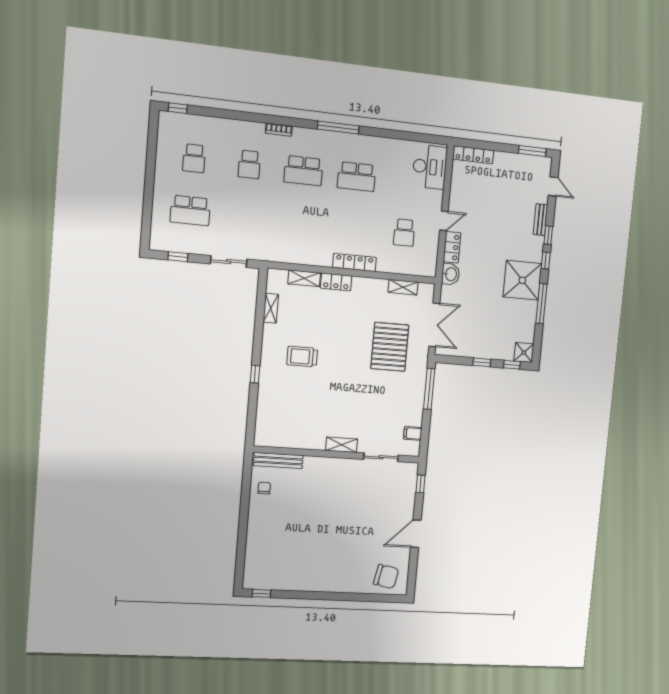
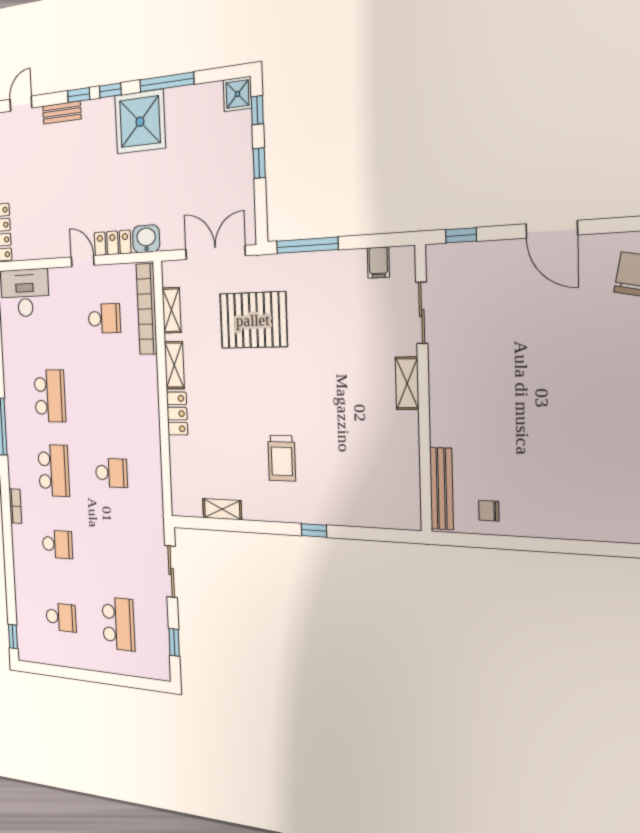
school desk: (299, 222) -> (111, 473), added
locker: (354, 262) -> (150, 388), removed
bookcase: (406, 268) -> (147, 309), added
shelving: (304, 278) -> (174, 365), moved

